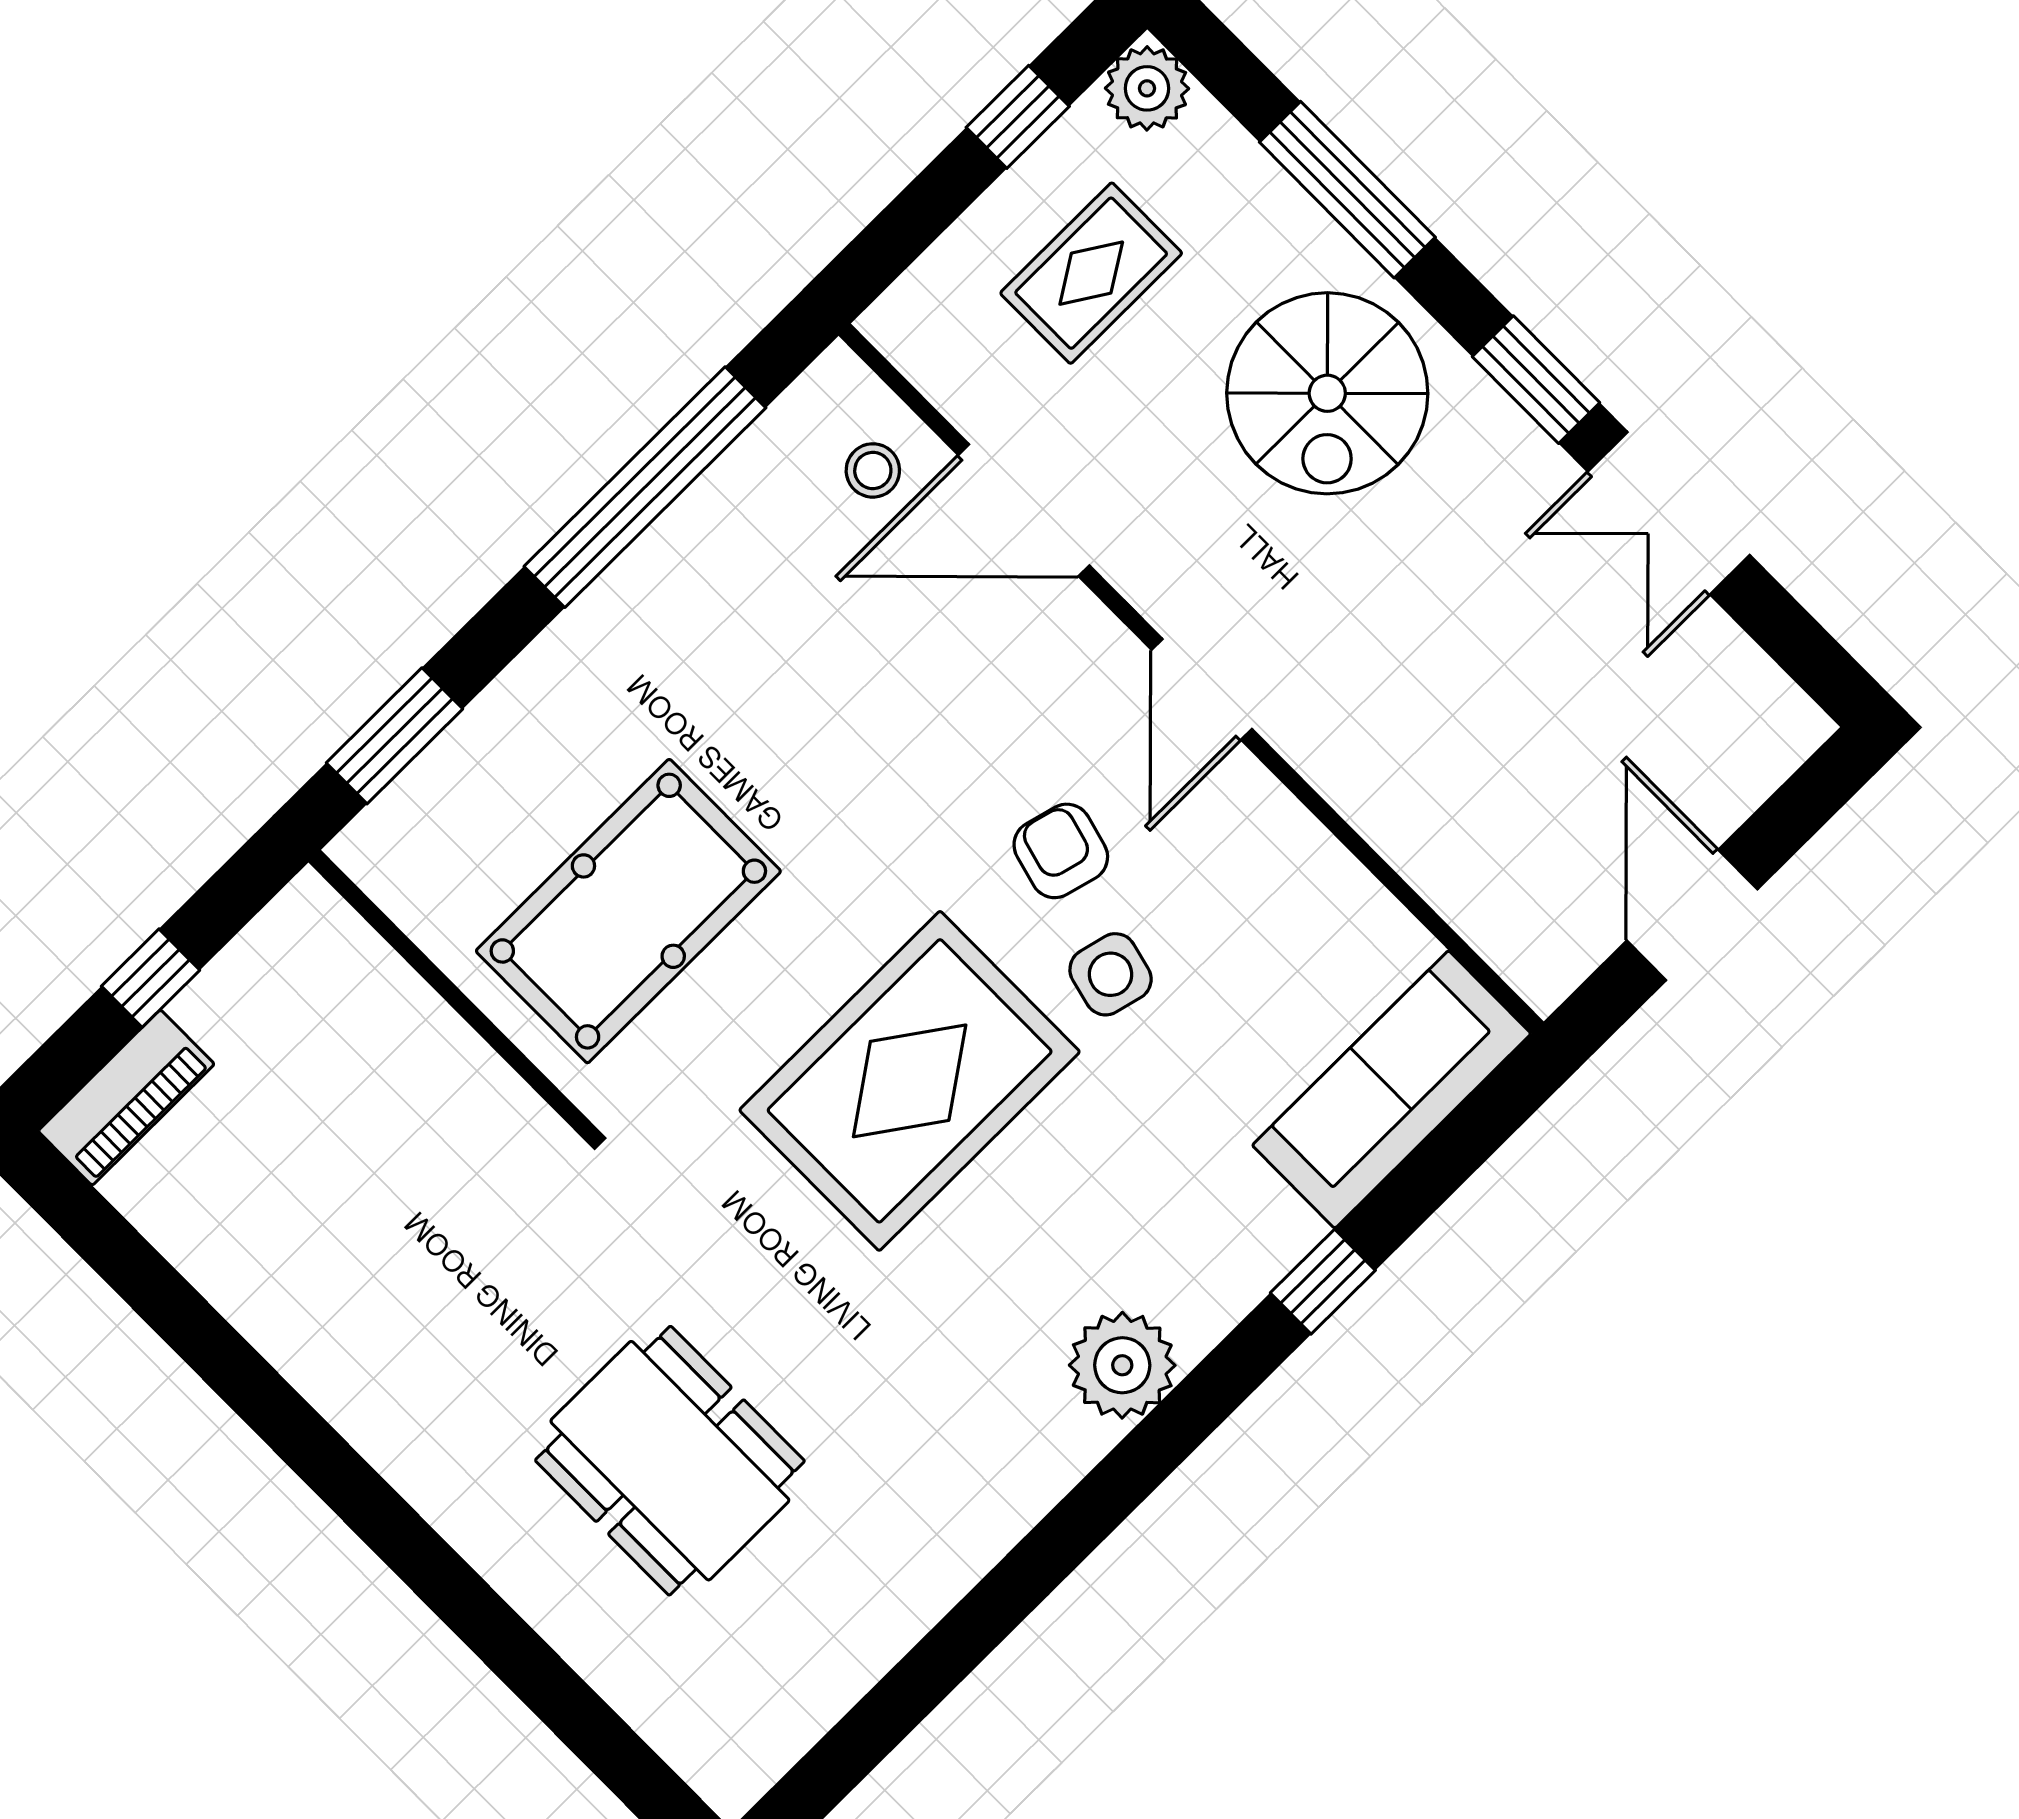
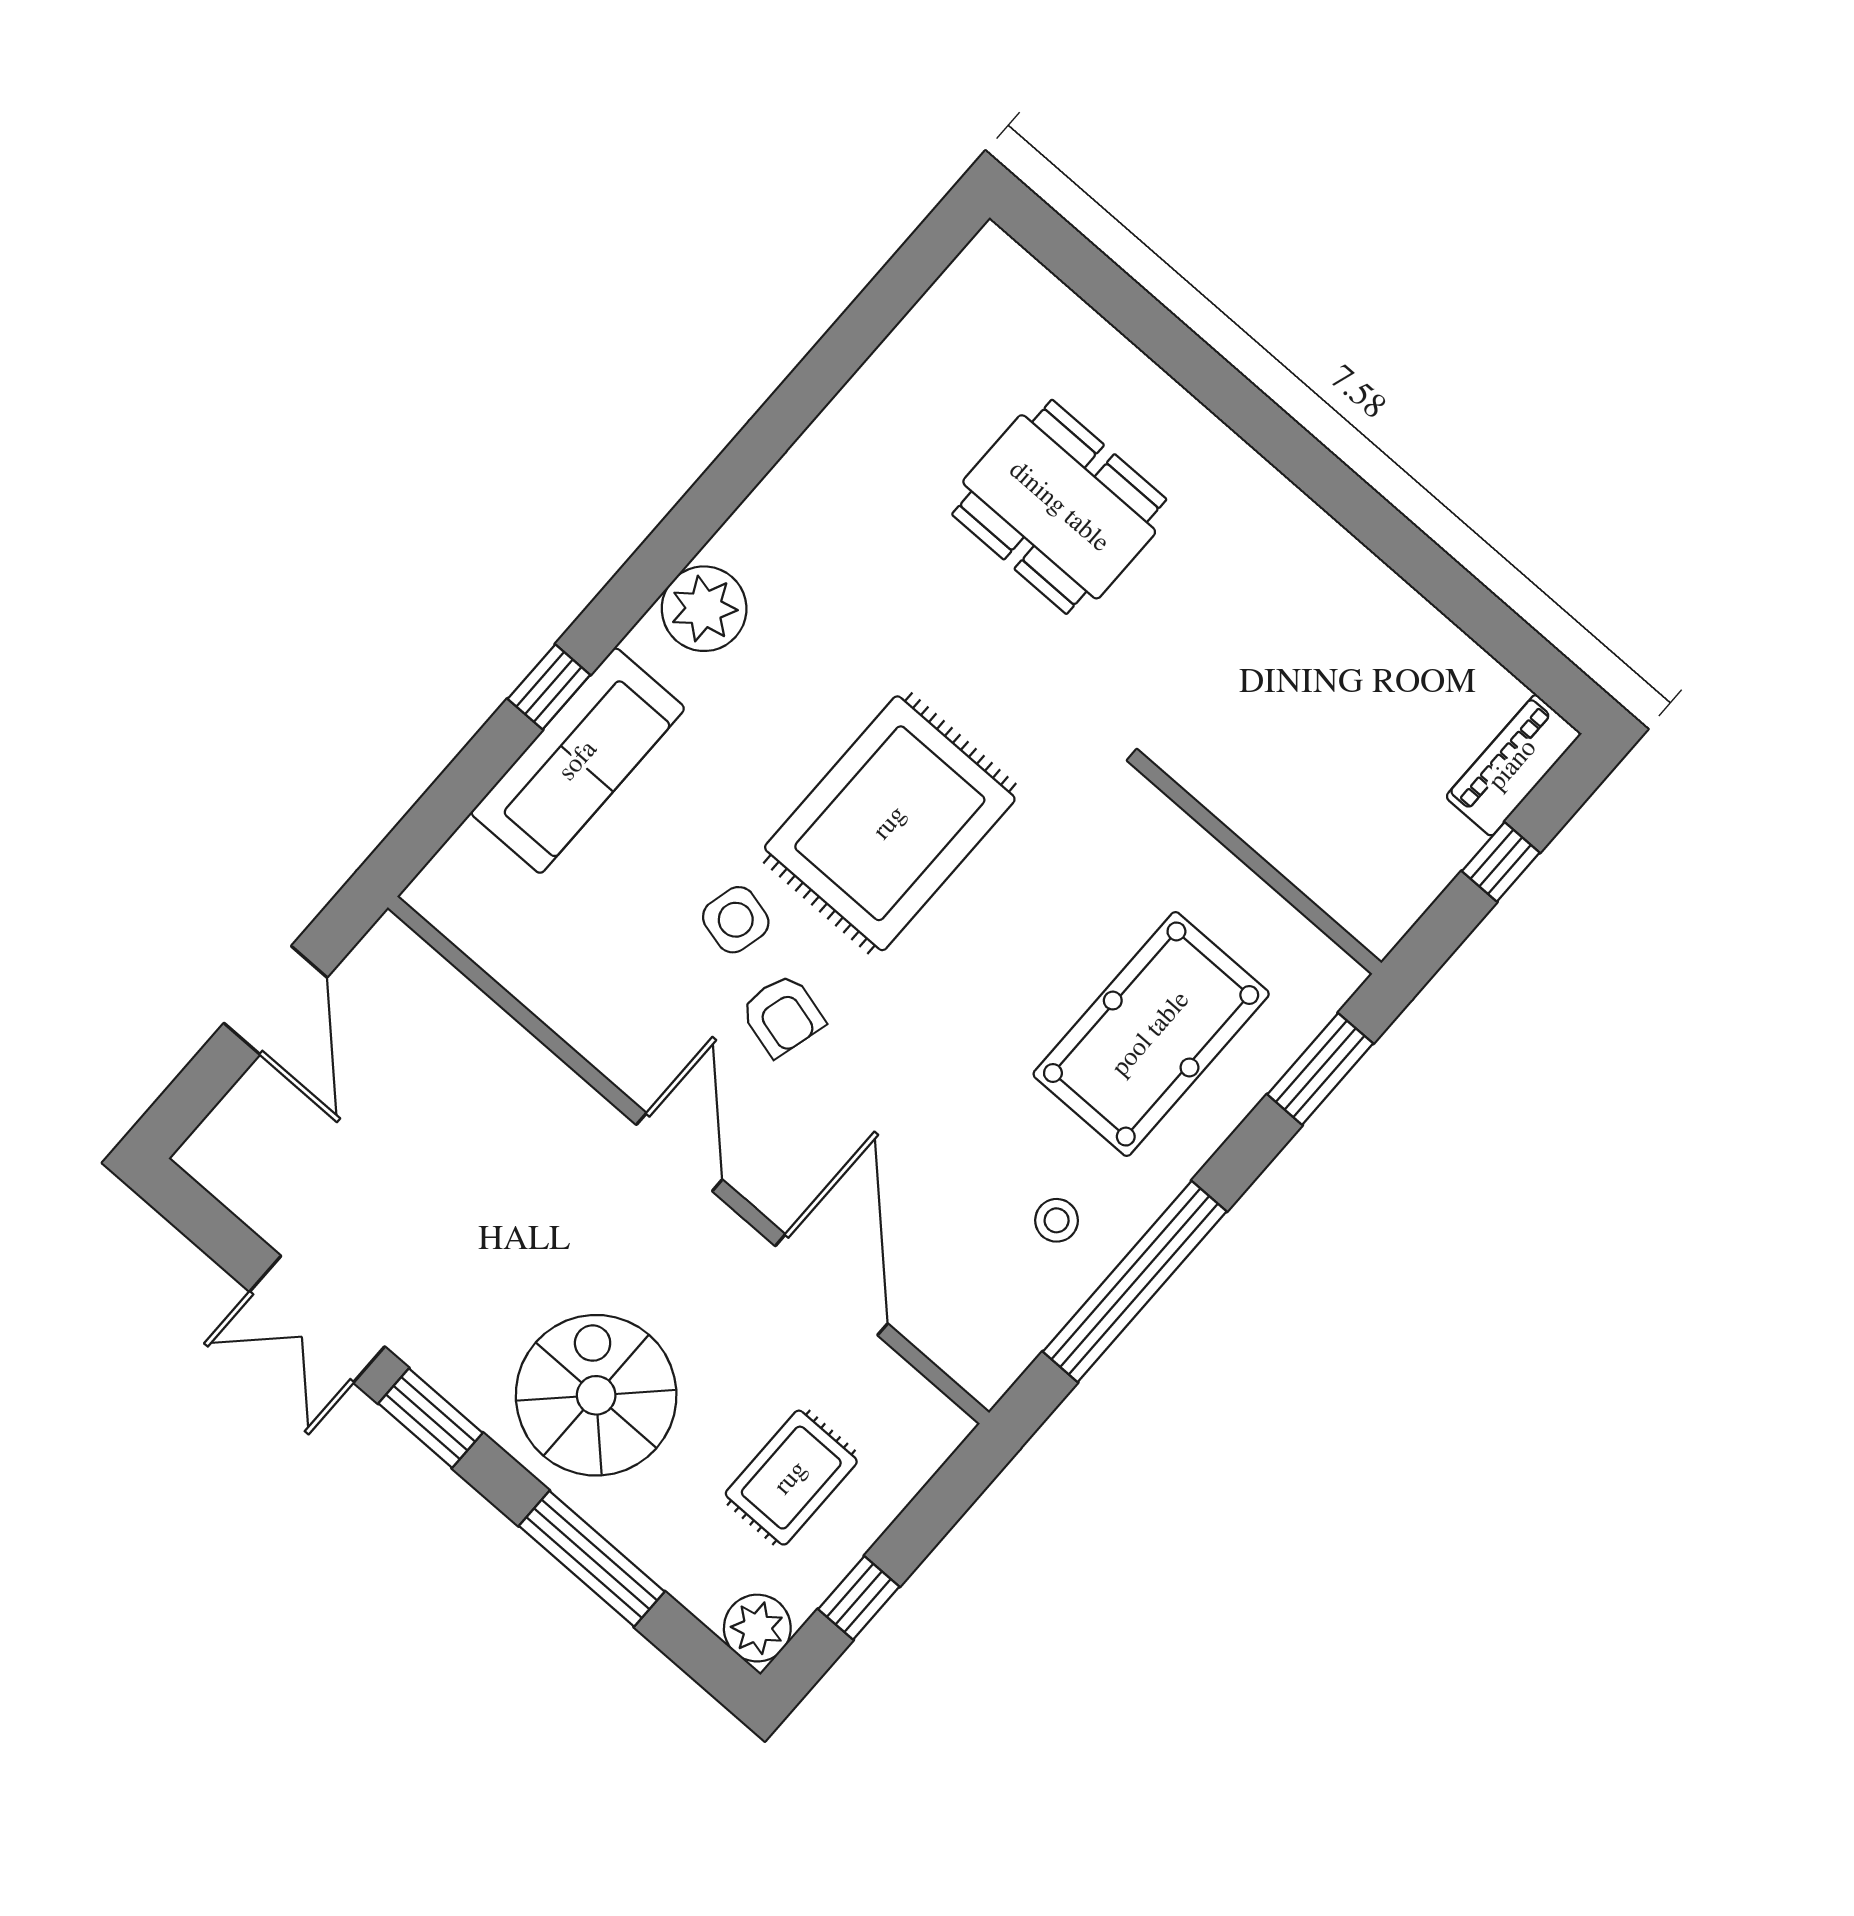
stool: (873, 470) -> (1057, 1220), moved
door: (1024, 510) -> (831, 1285), hinge flipped
double door: (1669, 513) -> (317, 1319), swing flipped
pool table: (628, 911) -> (1151, 1034), moved
sofa: (1392, 1089) -> (578, 761), moved

